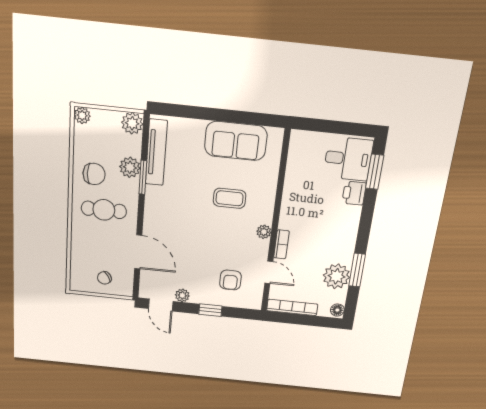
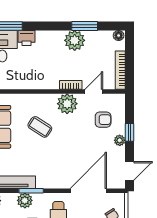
coffee table: (230, 198) -> (40, 127), turned -57
plant: (264, 232) -> (67, 104), width x1.87, depth x1.87
door: (138, 252) -> (88, 191), width x1.36
plant: (336, 276) -> (75, 40), moved
plant: (182, 295) -> (120, 140), moved

